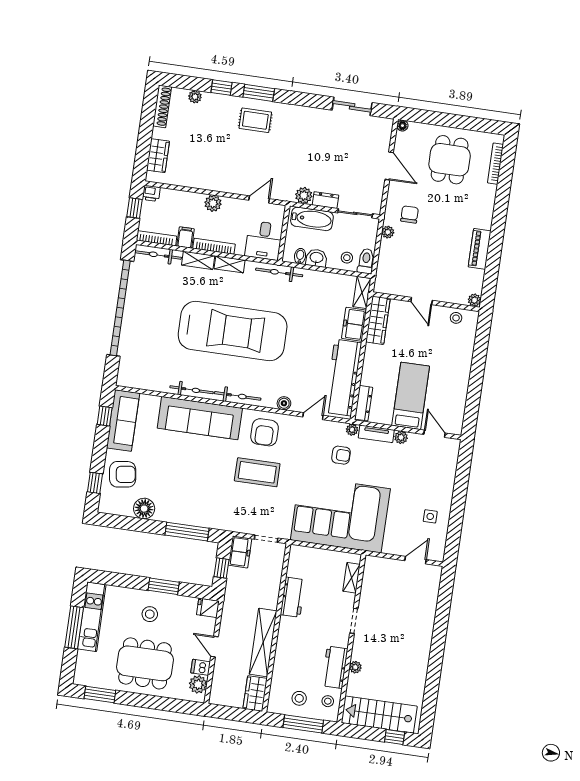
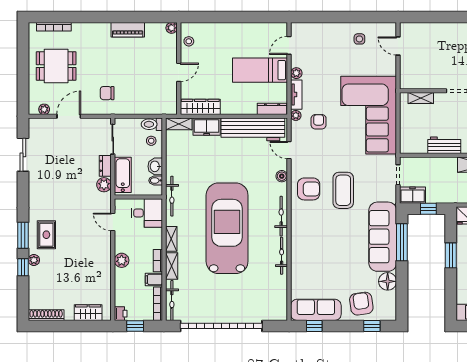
plant: (195, 97) -> (34, 260), moved
floor lamp: (402, 126) -> (33, 110), removed
plant: (388, 232) -> (44, 109), moved
bookcase: (214, 246) -> (158, 261), width x0.64
sofa: (200, 418) -> (383, 237), moved, turned 180

